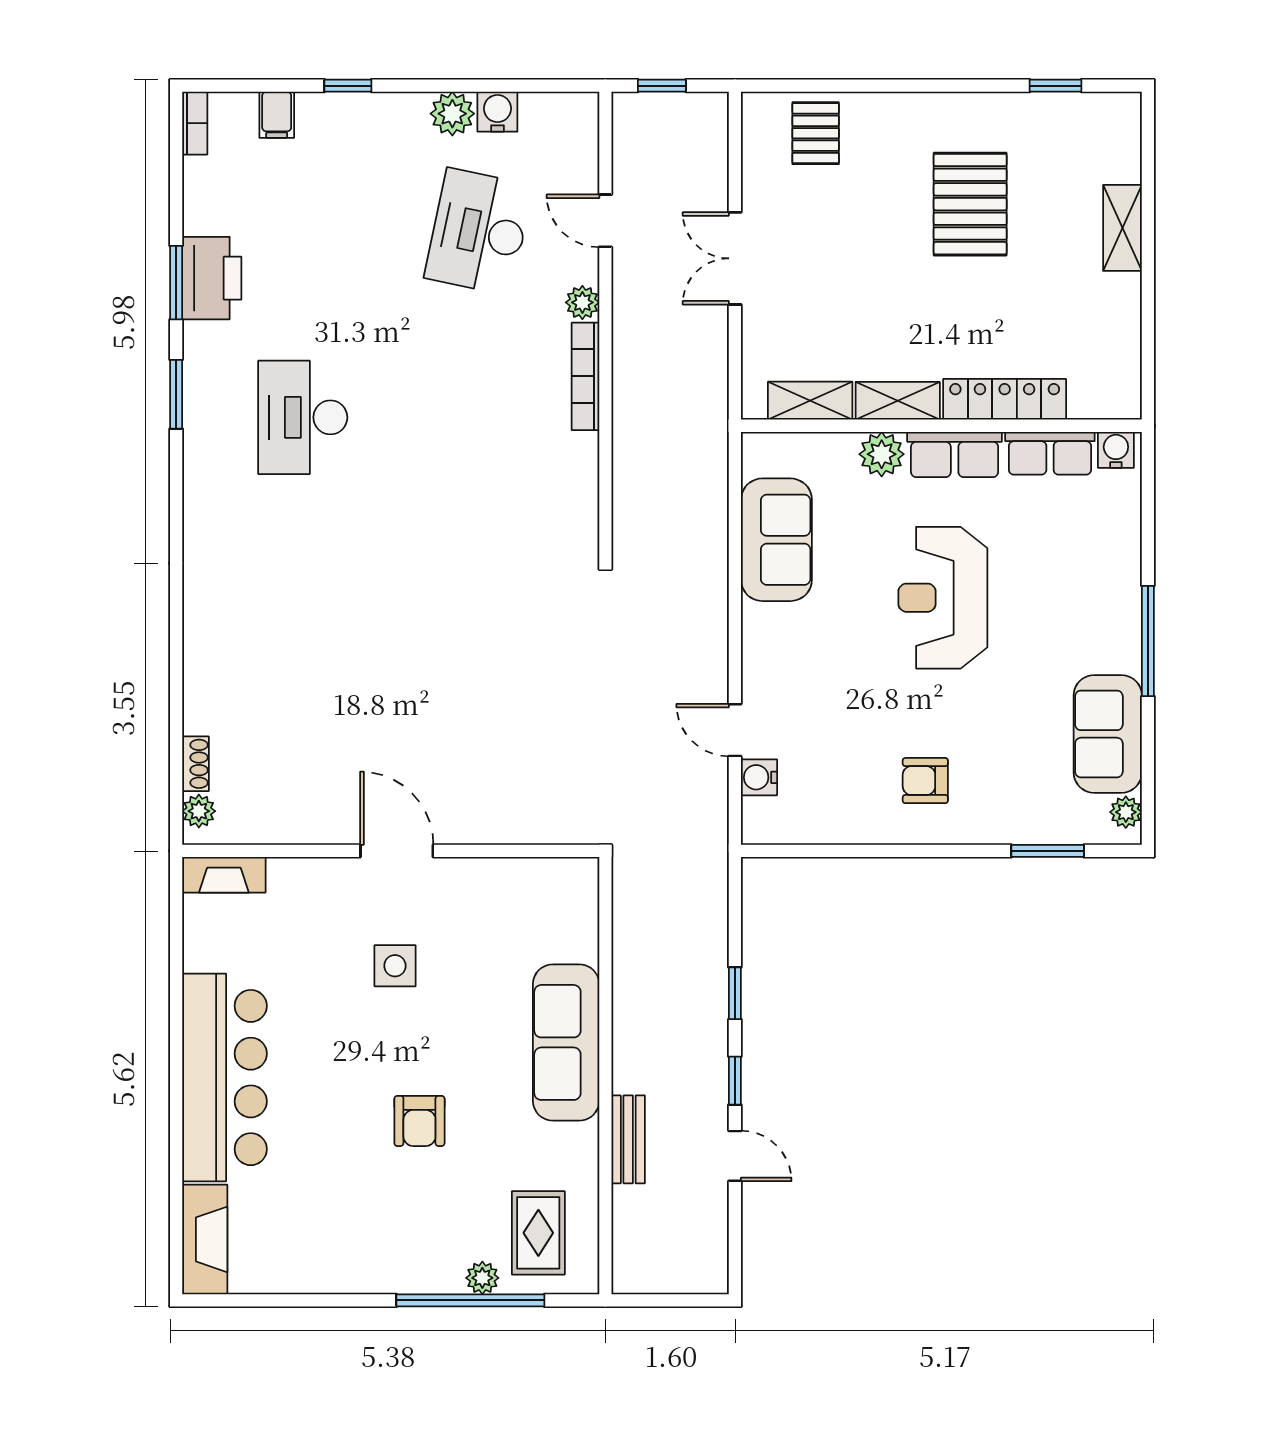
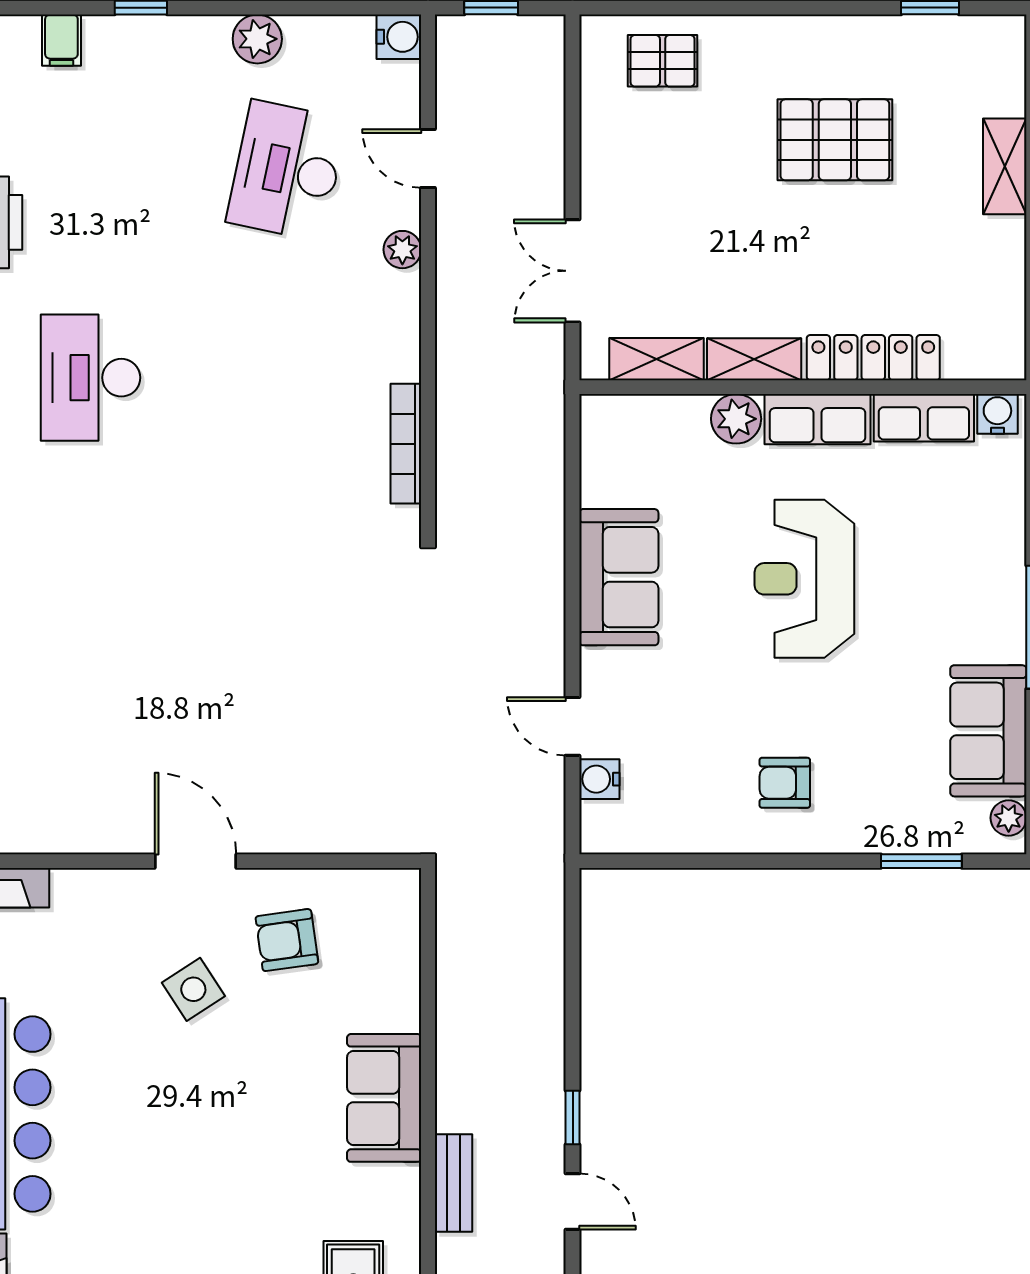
water cooler: (497, 112) -> (399, 37), moved, turned 90
pallet: (816, 133) -> (663, 61), turned 90
pallet: (970, 204) -> (835, 140), turned 90
double door: (735, 258) -> (573, 271), moved
bookcase: (585, 376) -> (406, 444), moved
sofa: (776, 540) -> (619, 577), moved
side table: (395, 966) -> (193, 989), turned -33
window: (735, 993) -> (573, 1020), removed
sofa: (566, 1042) -> (384, 1098), width x0.73
armchair: (419, 1121) -> (287, 940), moved, turned 82

